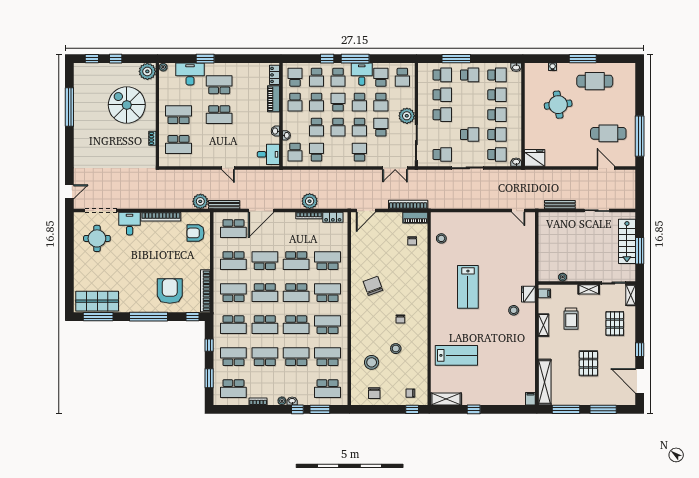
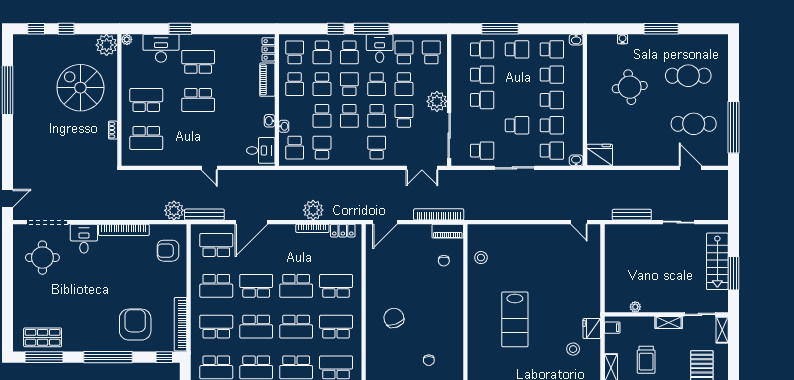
school desk: (402, 77) -> (431, 52), turned 180
cafe table: (595, 81) -> (688, 76), moved
school desk: (233, 229) -> (216, 245), turned 180
shop shelf: (97, 301) -> (43, 337), width x0.70, depth x0.74

